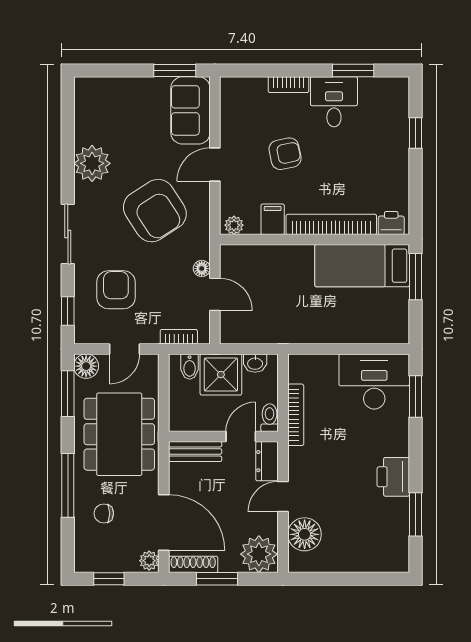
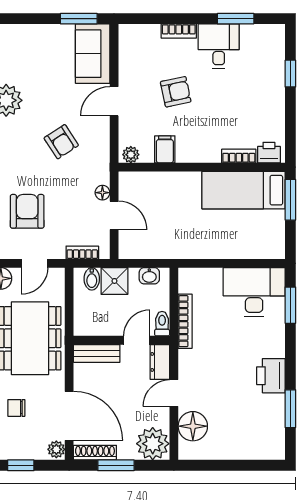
armchair: (155, 211) -> (61, 142), width x0.53, depth x0.53
bookcase: (331, 224) -> (239, 156), width x0.43, depth x0.76
shower: (221, 375) -> (114, 281), width x0.73, depth x0.73

